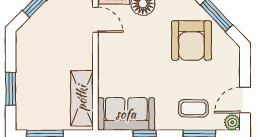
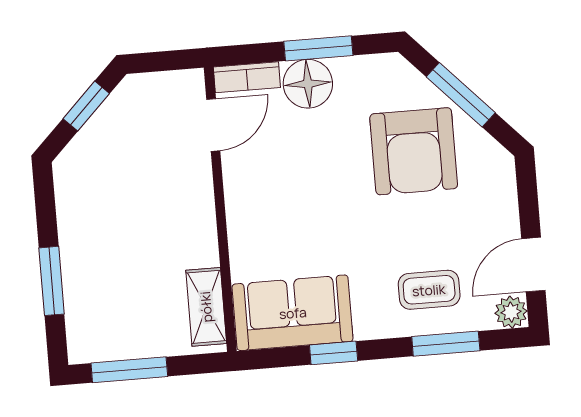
door: (95, 20) -> (213, 125), hinge flipped
shelving: (82, 98) -> (206, 307), width x0.67, depth x0.75

